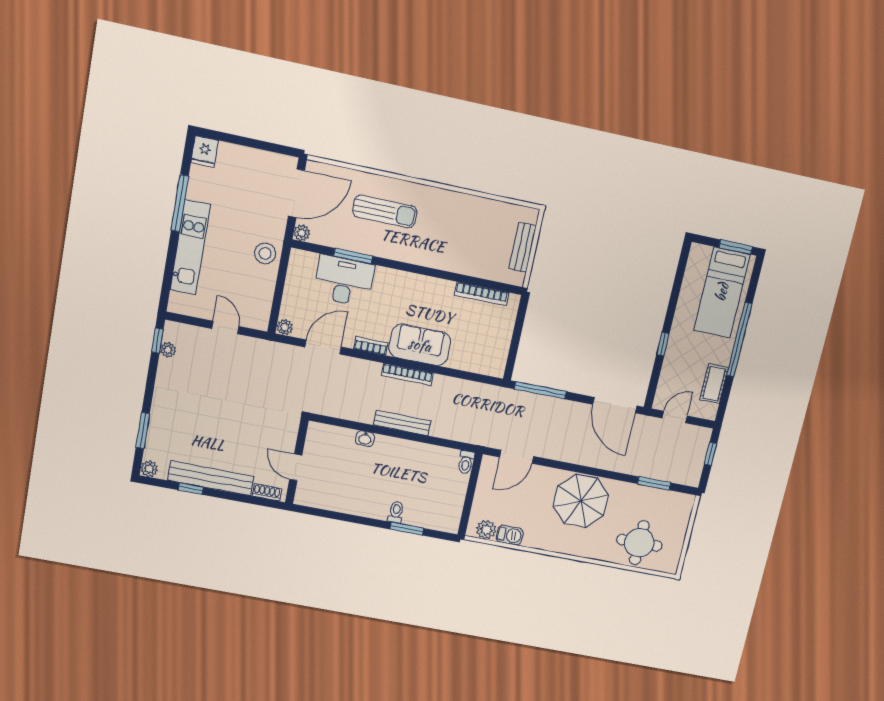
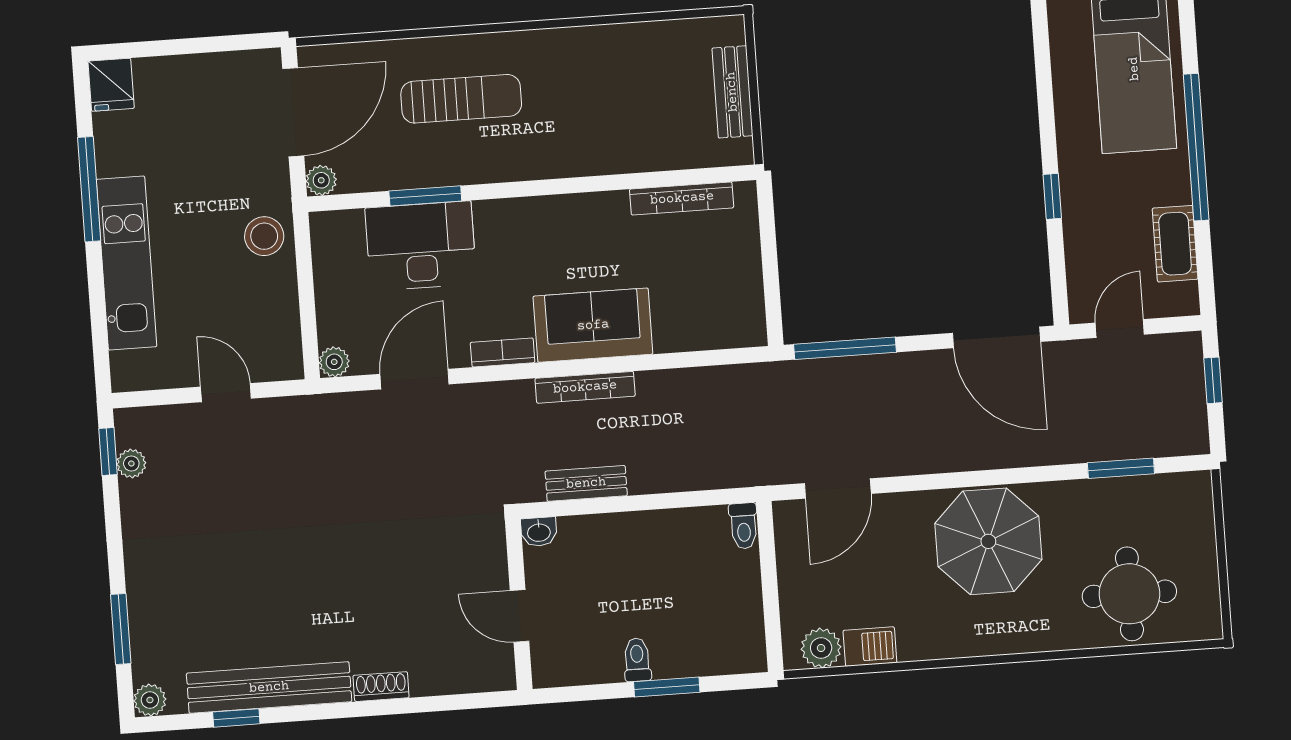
bench: (402, 423) -> (586, 483), width x0.73
wall: (297, 462) -> (519, 604), moved
door: (296, 467) -> (520, 616), moved

